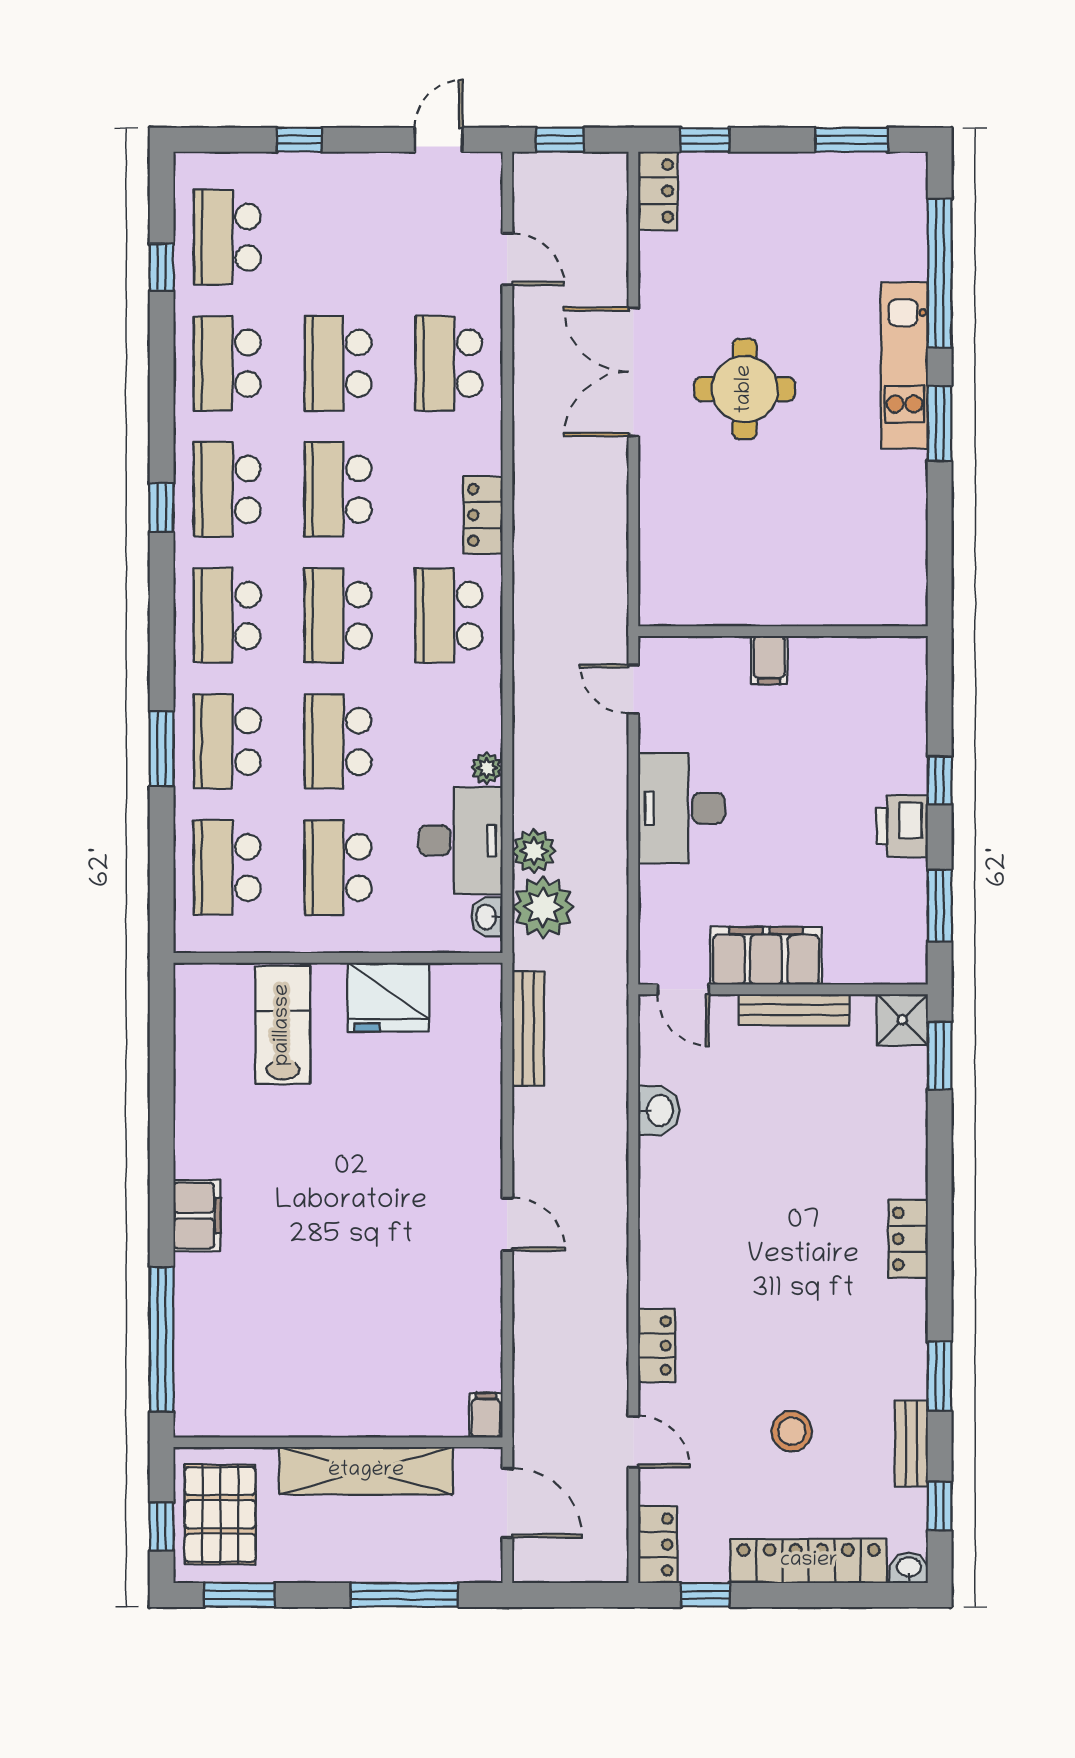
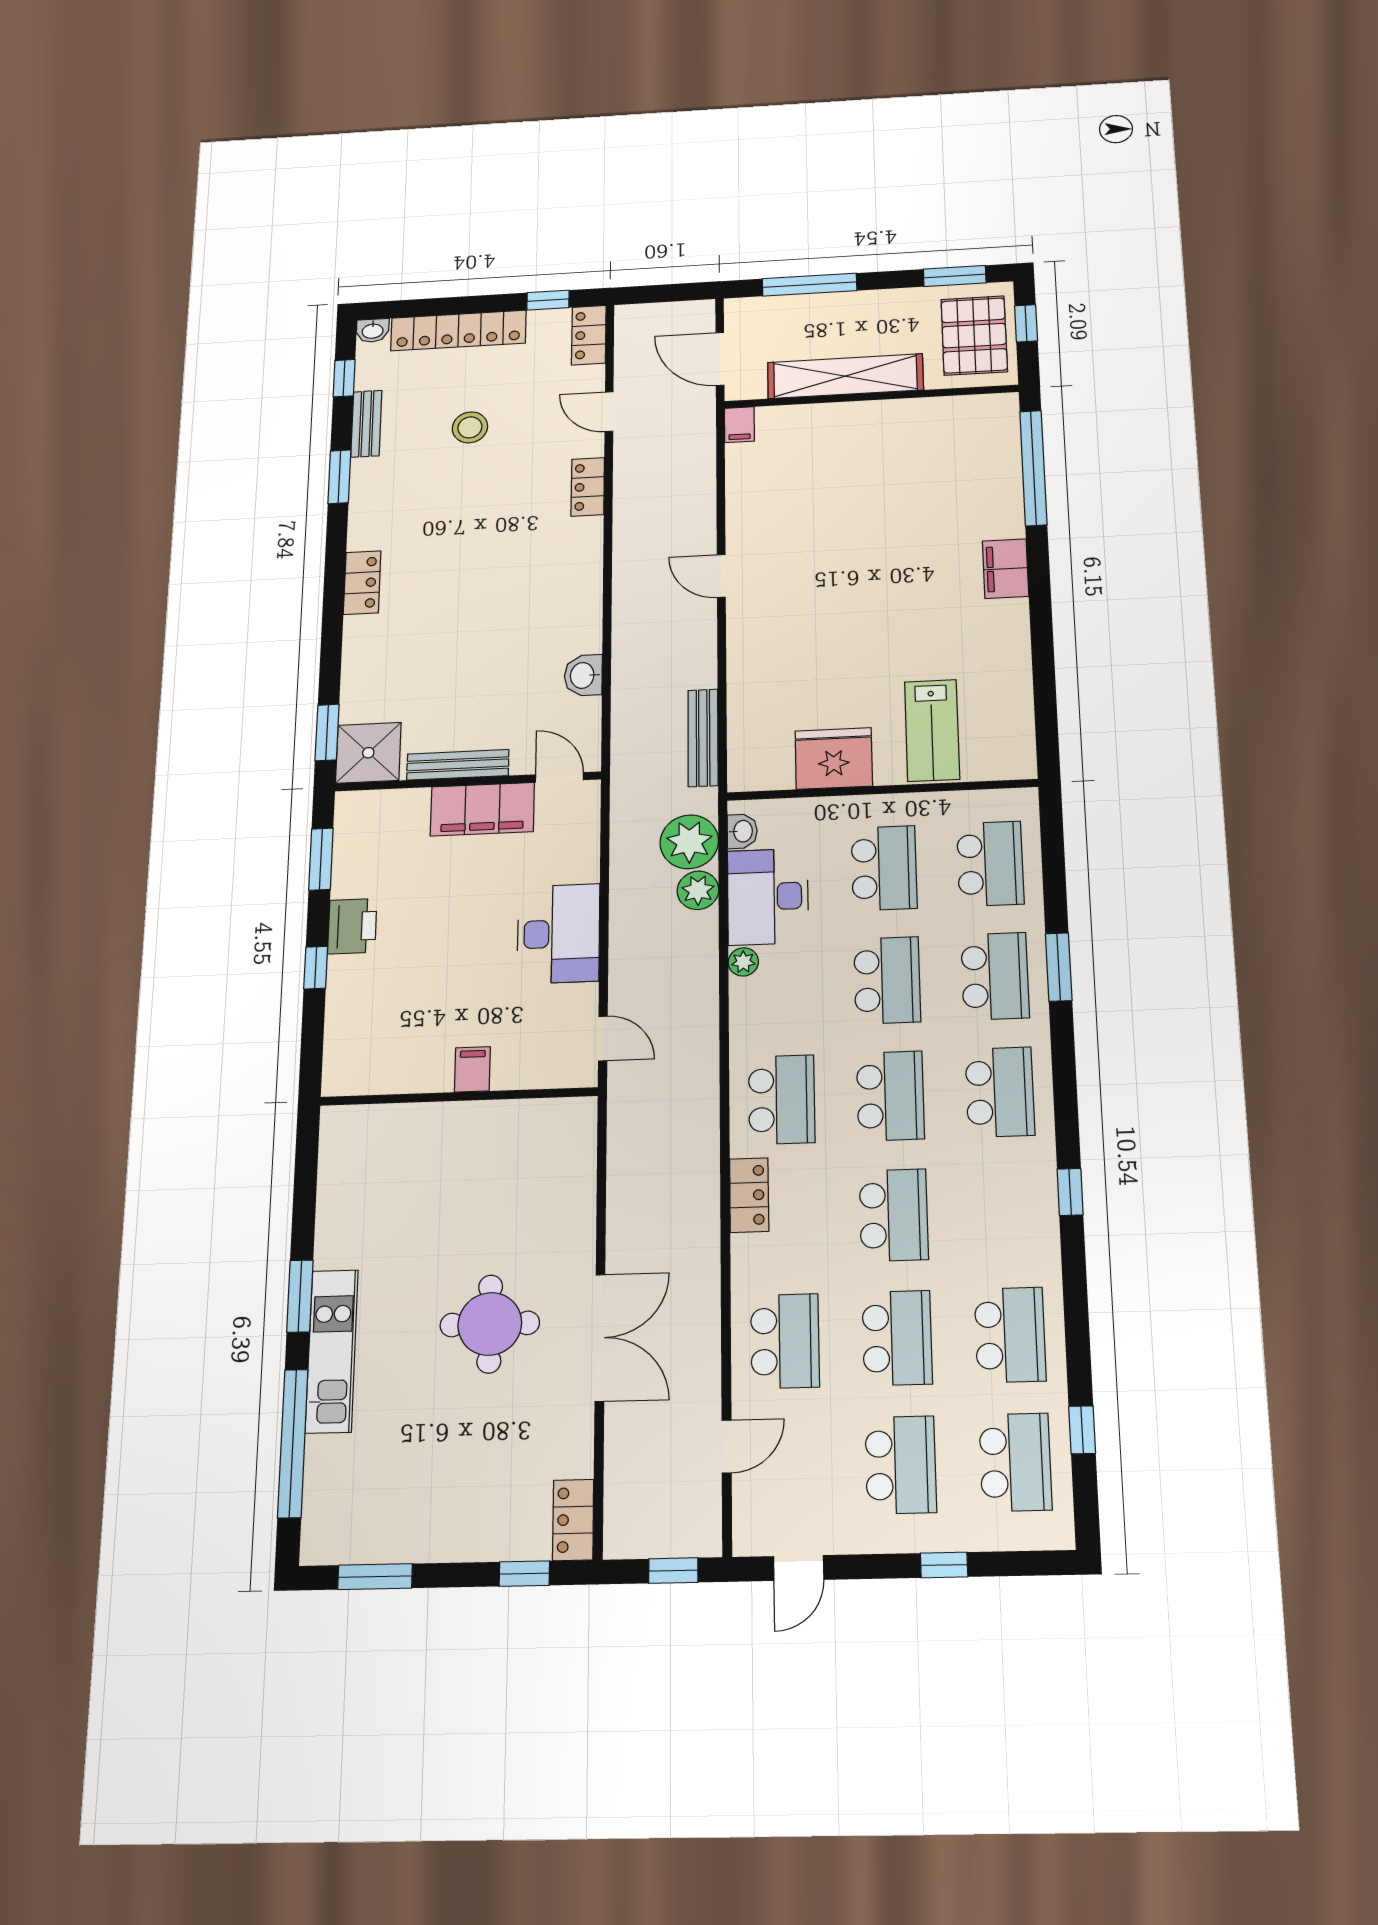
door: (507, 259) -> (727, 1447), swing flipped
school desk: (227, 489) -> (901, 1465), moved
shower: (902, 1020) -> (368, 753), width x1.36, depth x1.36

